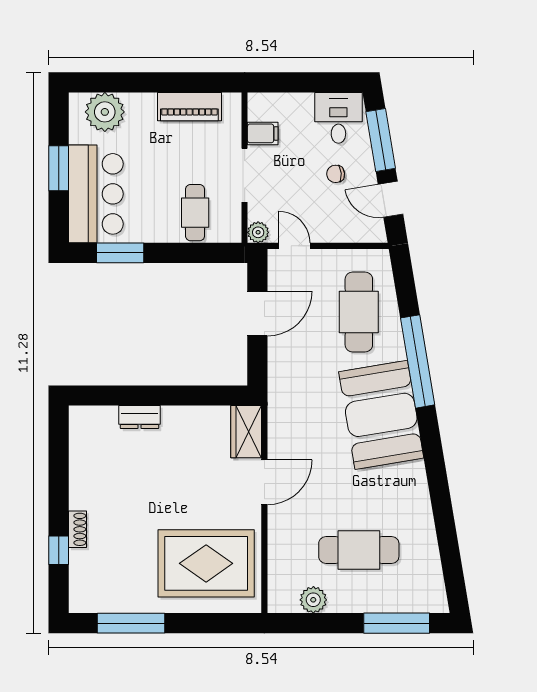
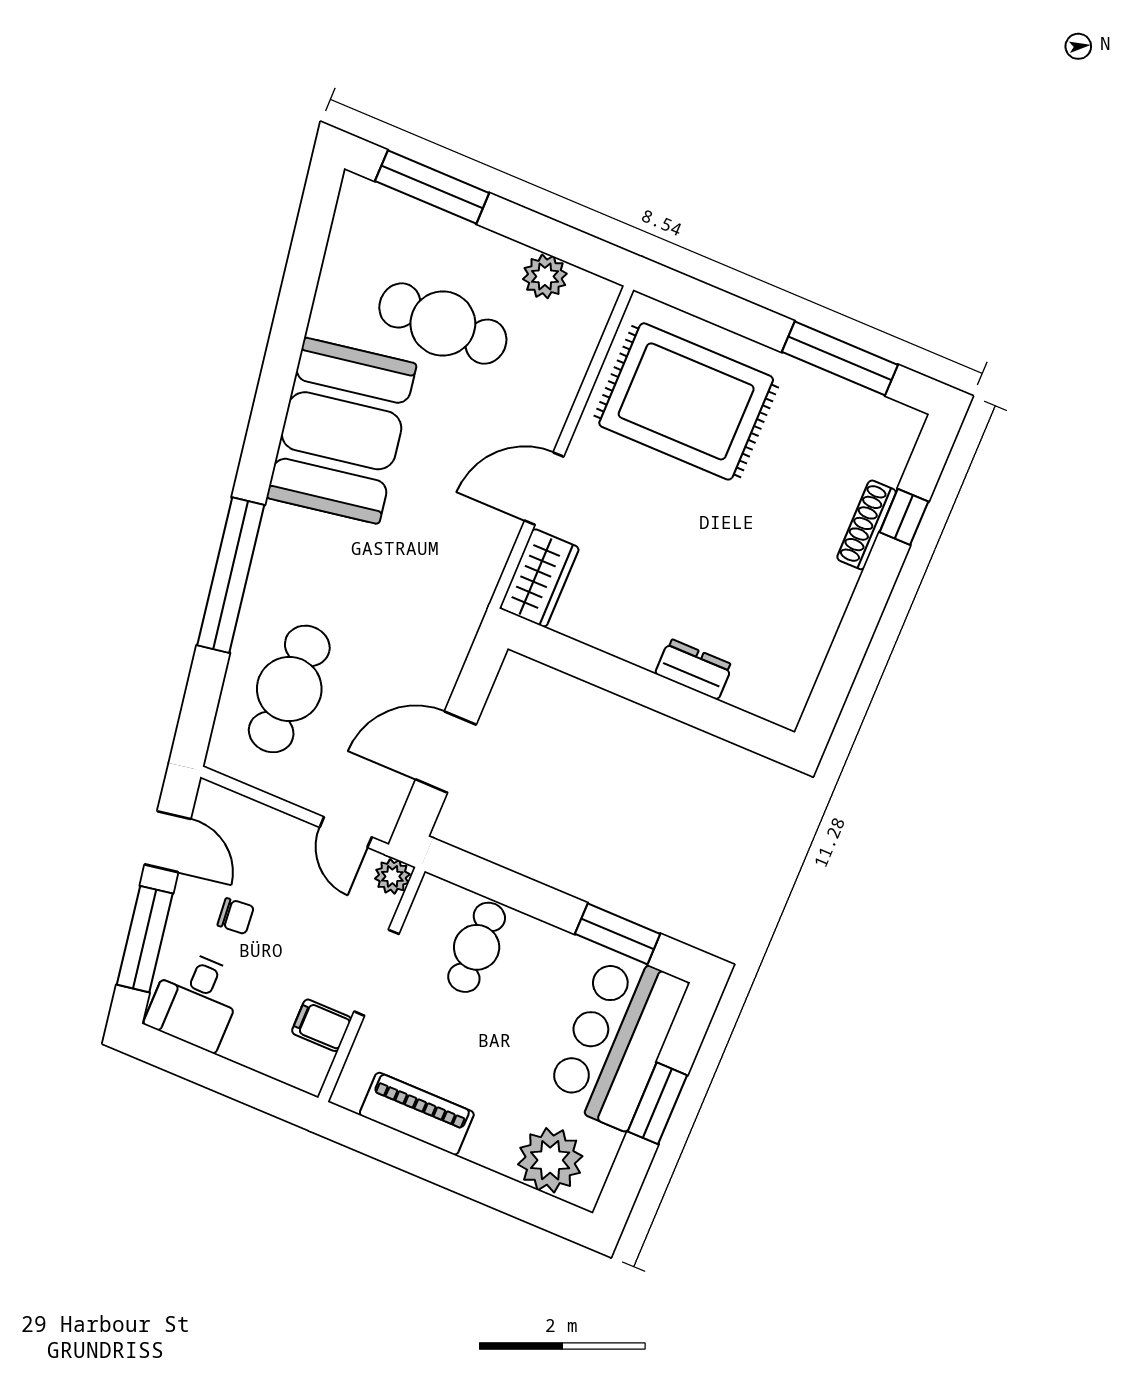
booth: (381, 415) -> (342, 431), moved
shoe rack: (77, 529) -> (867, 525), width x1.43

